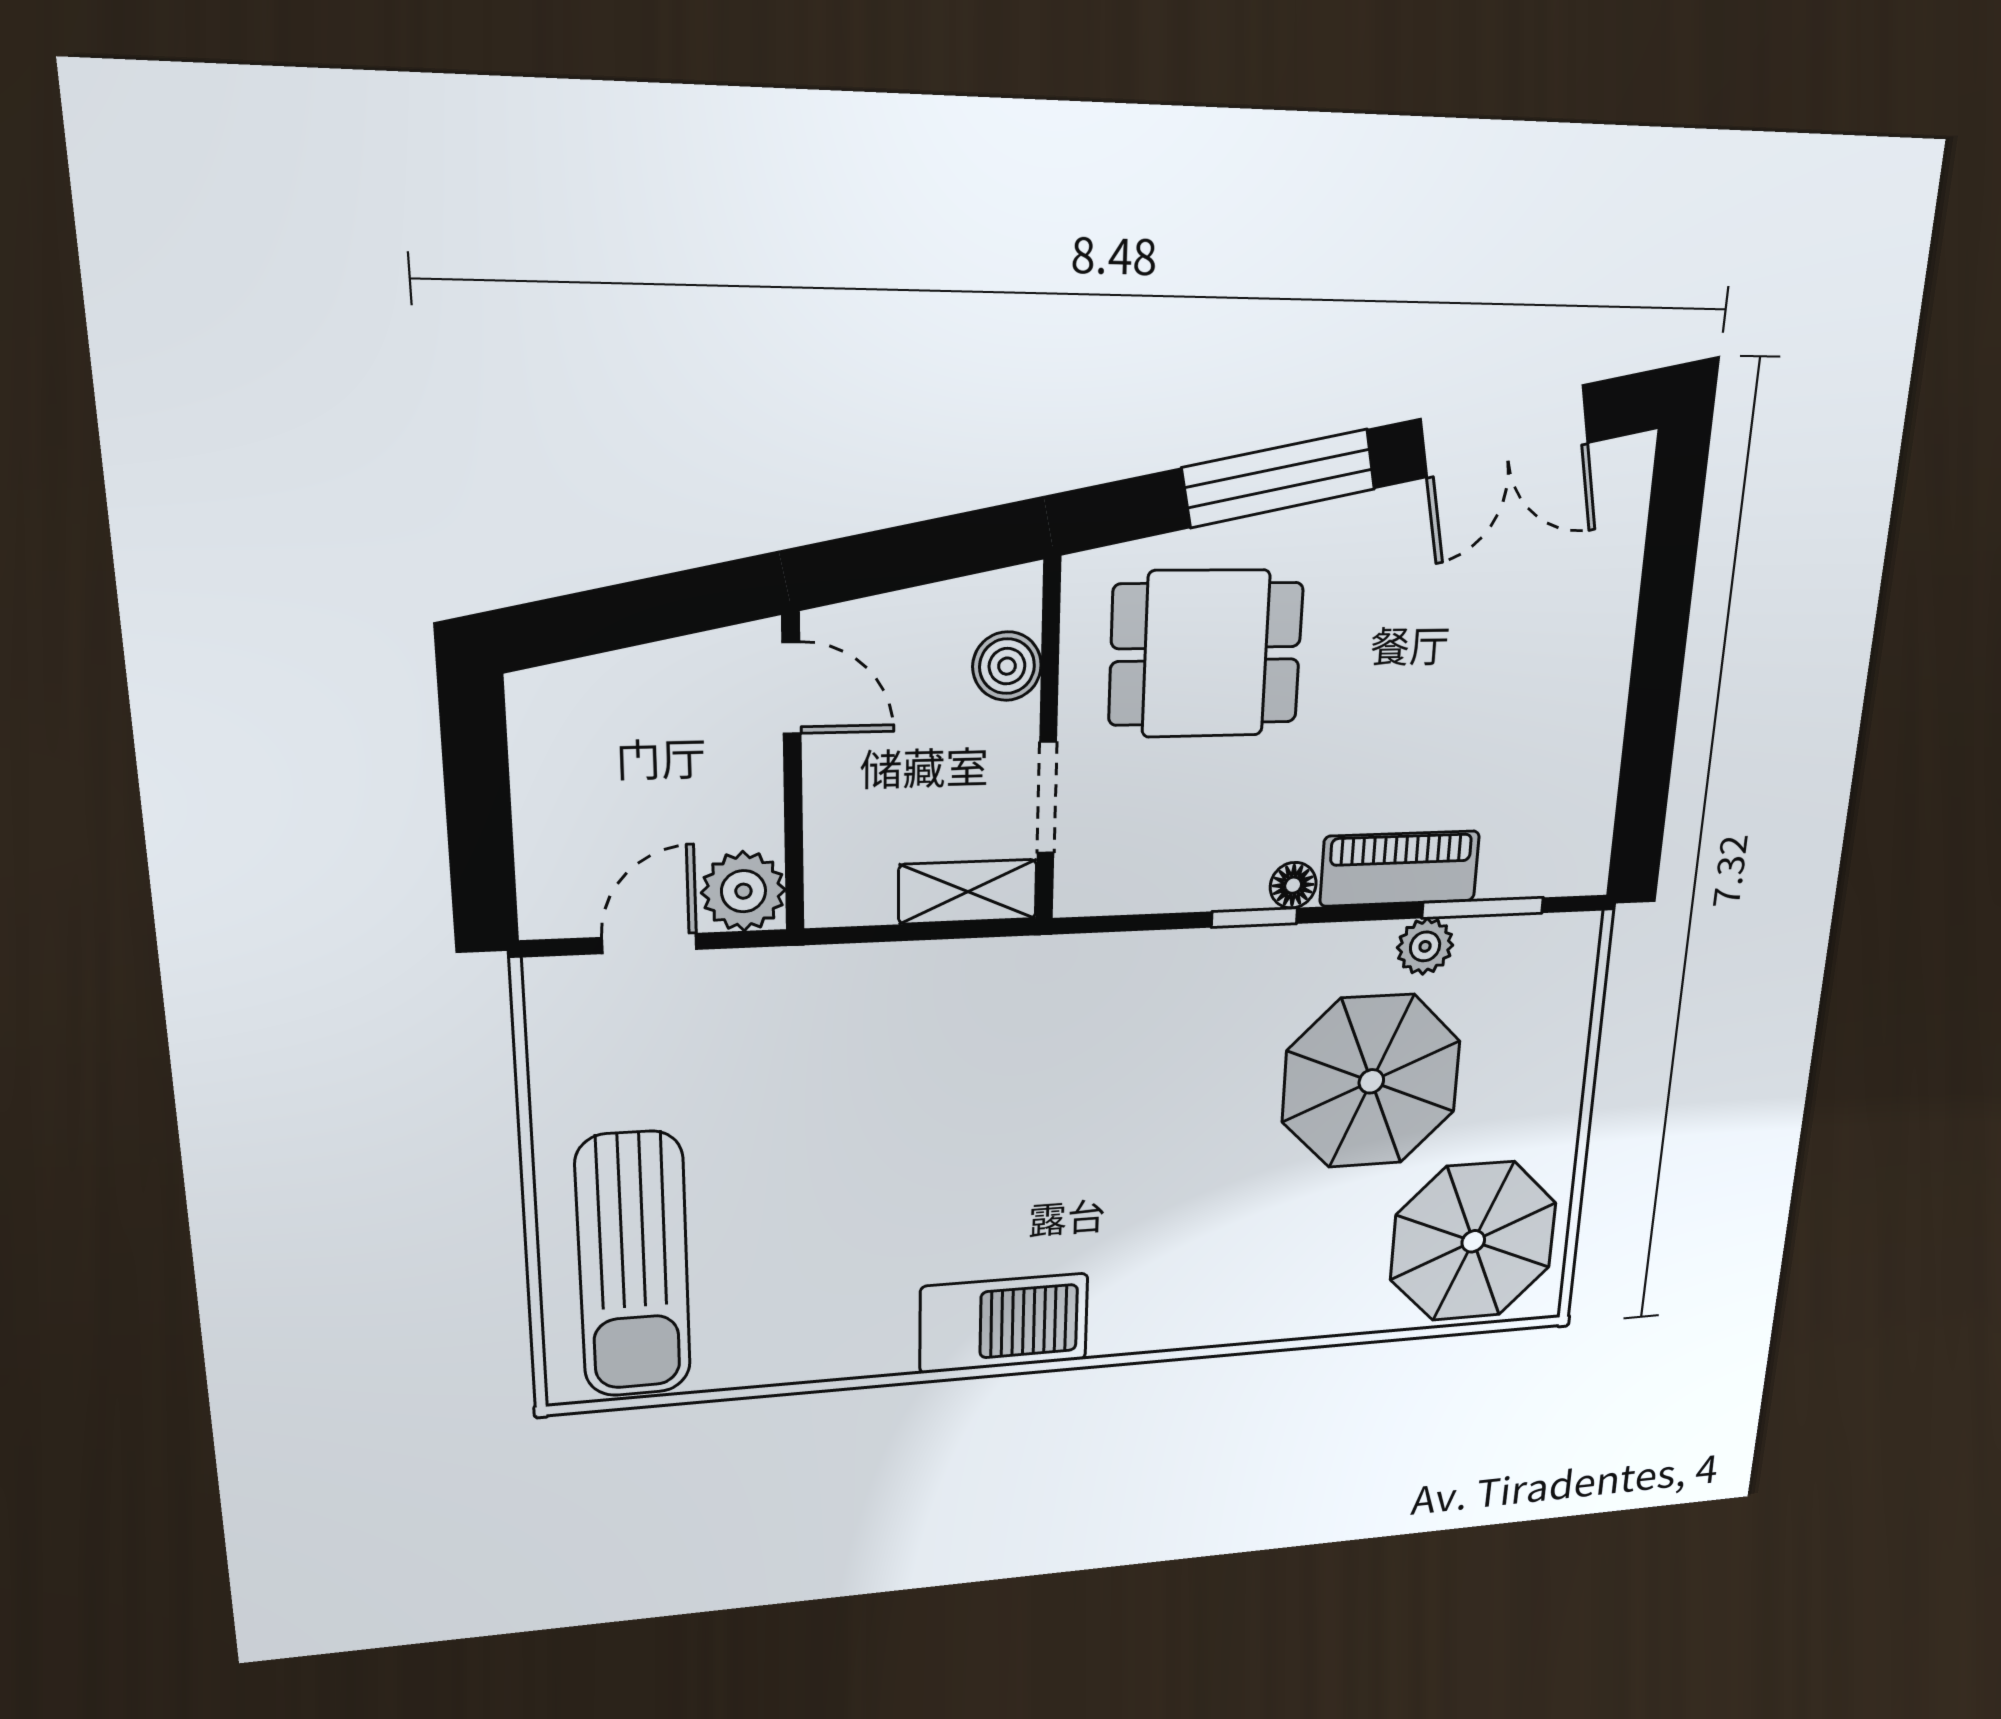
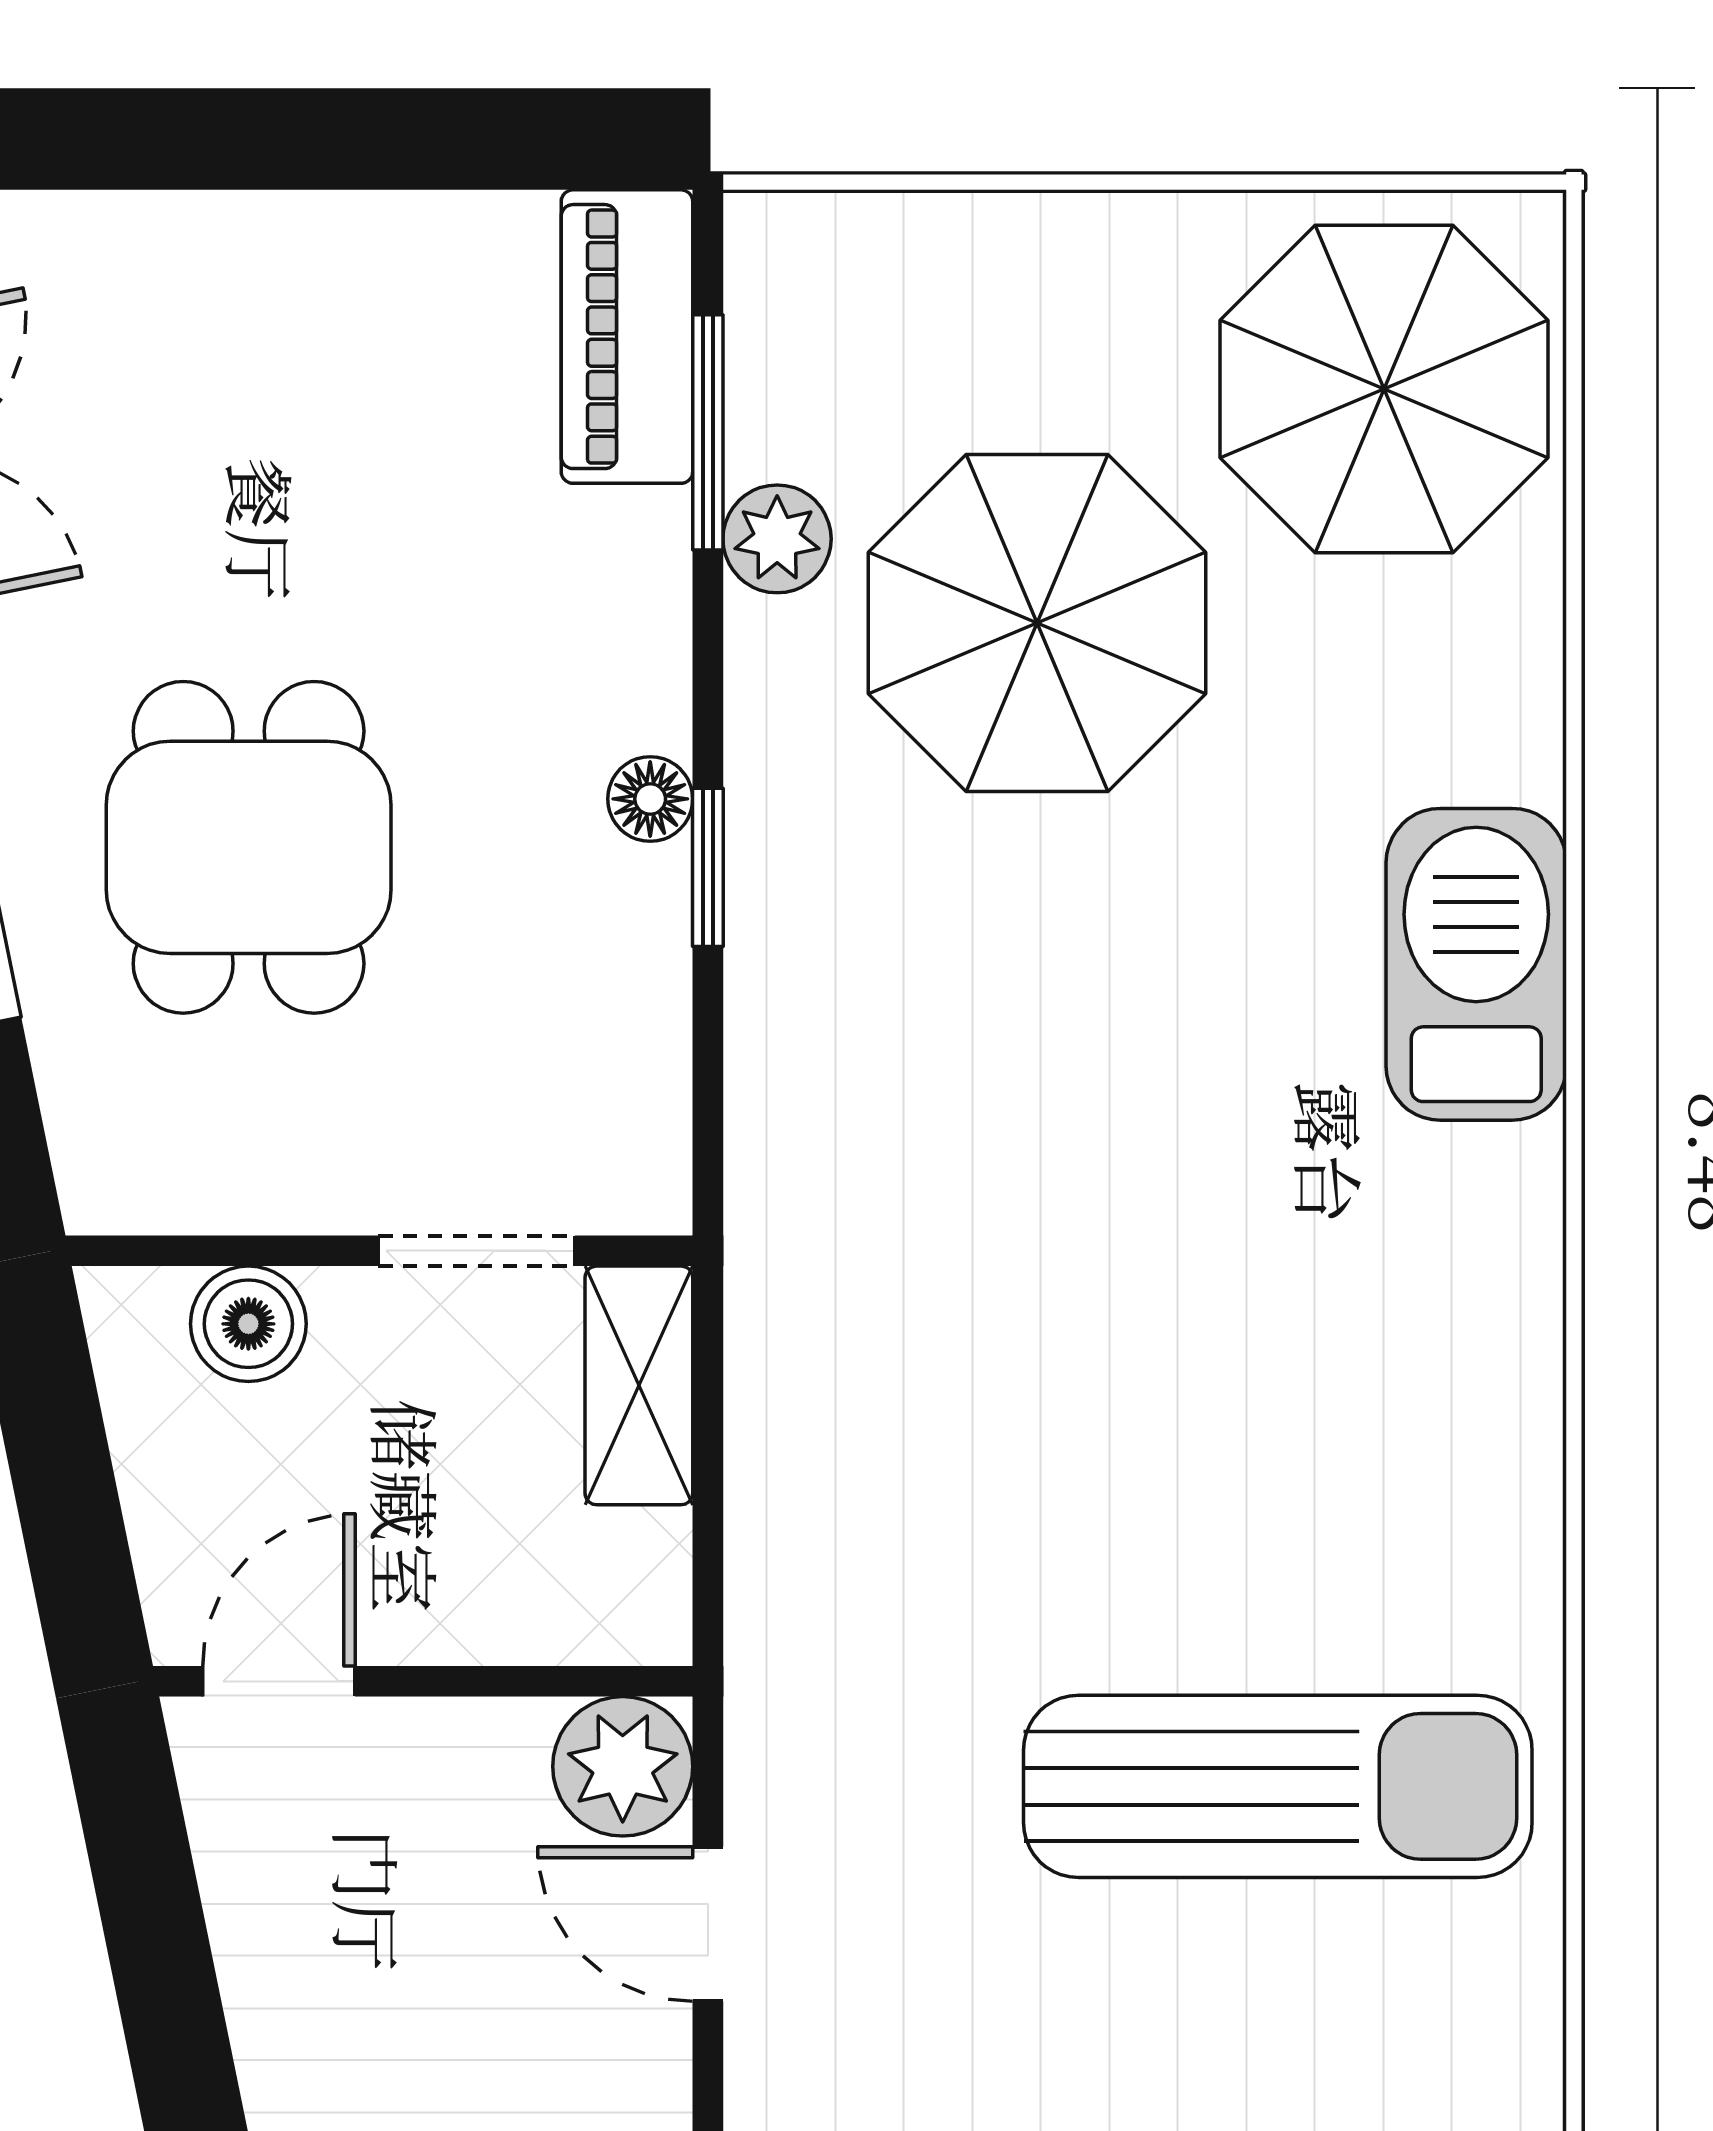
dining table: (1206, 654) -> (249, 847), moved
piano: (1400, 869) -> (627, 337), moved
sun lounger: (633, 1265) -> (1278, 1786), moved
barbecue: (1004, 1323) -> (1476, 964), moved

